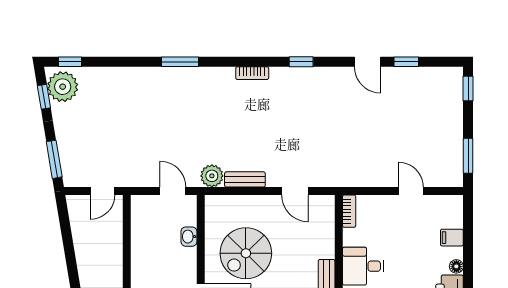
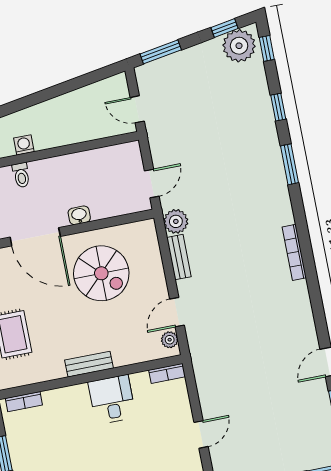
window: (301, 62) -> (278, 107), moved
bookcase: (252, 73) -> (294, 252), width x1.56
plant: (319, 203) -> (170, 340), added
washbasin: (189, 237) -> (79, 215), moved
spiral stairs: (246, 253) -> (101, 273), turned 180

